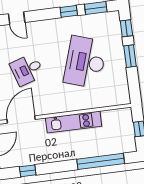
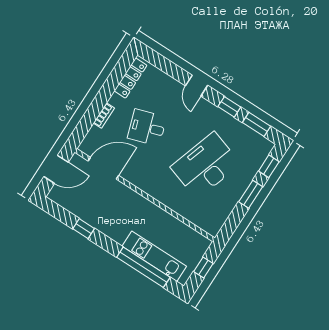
door: (17, 18) -> (196, 86), moved
kitchen unit: (74, 122) -> (154, 256), moved, turned 180
window: (28, 171) -> (84, 229), moved

